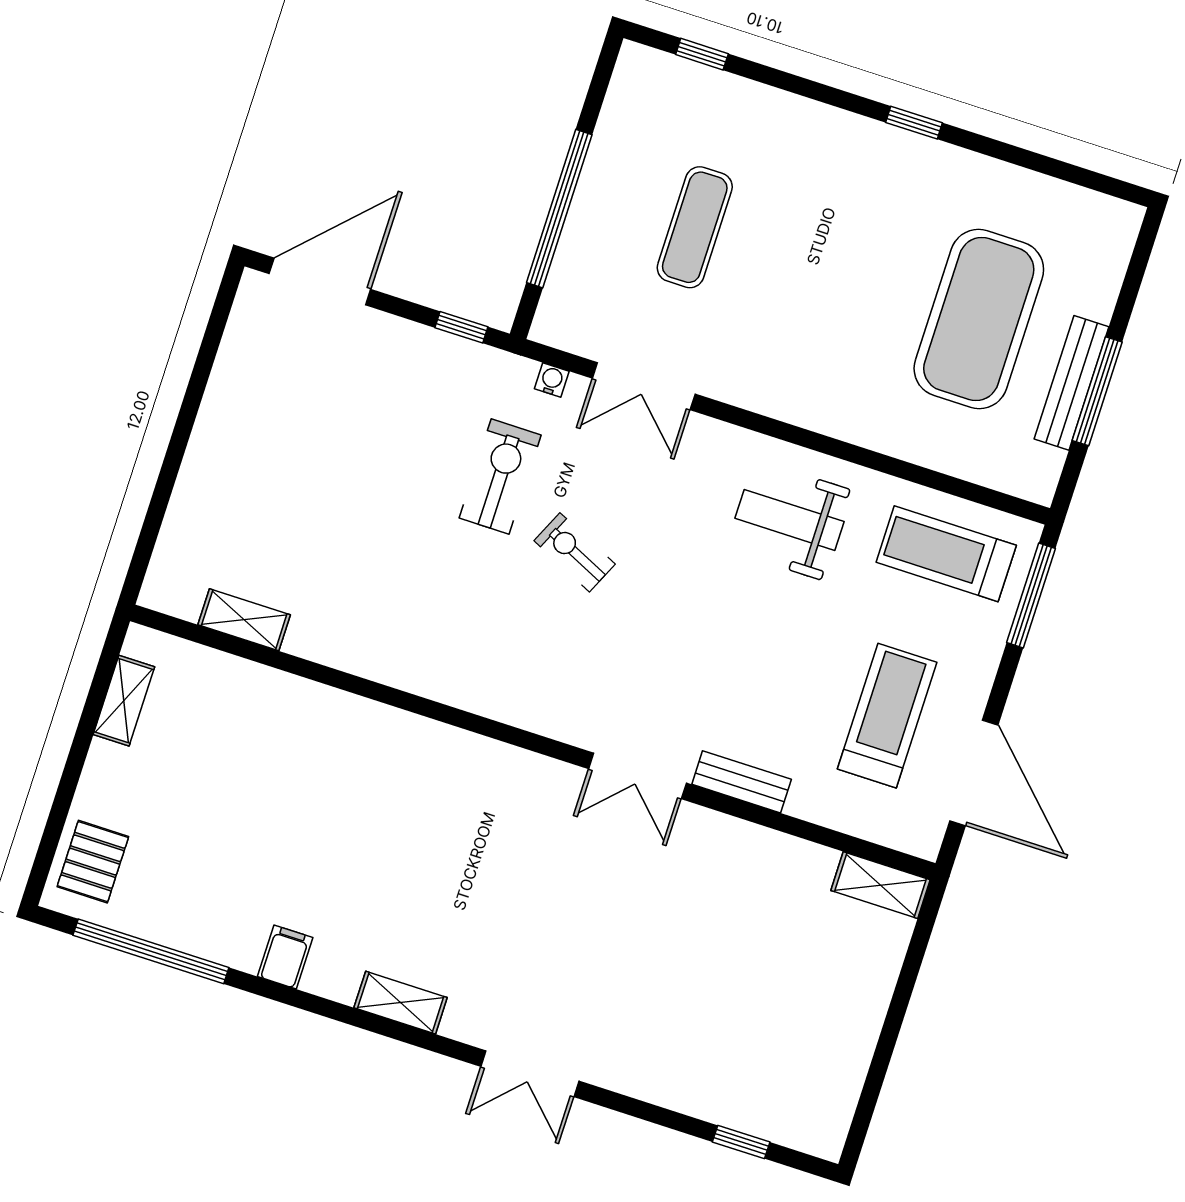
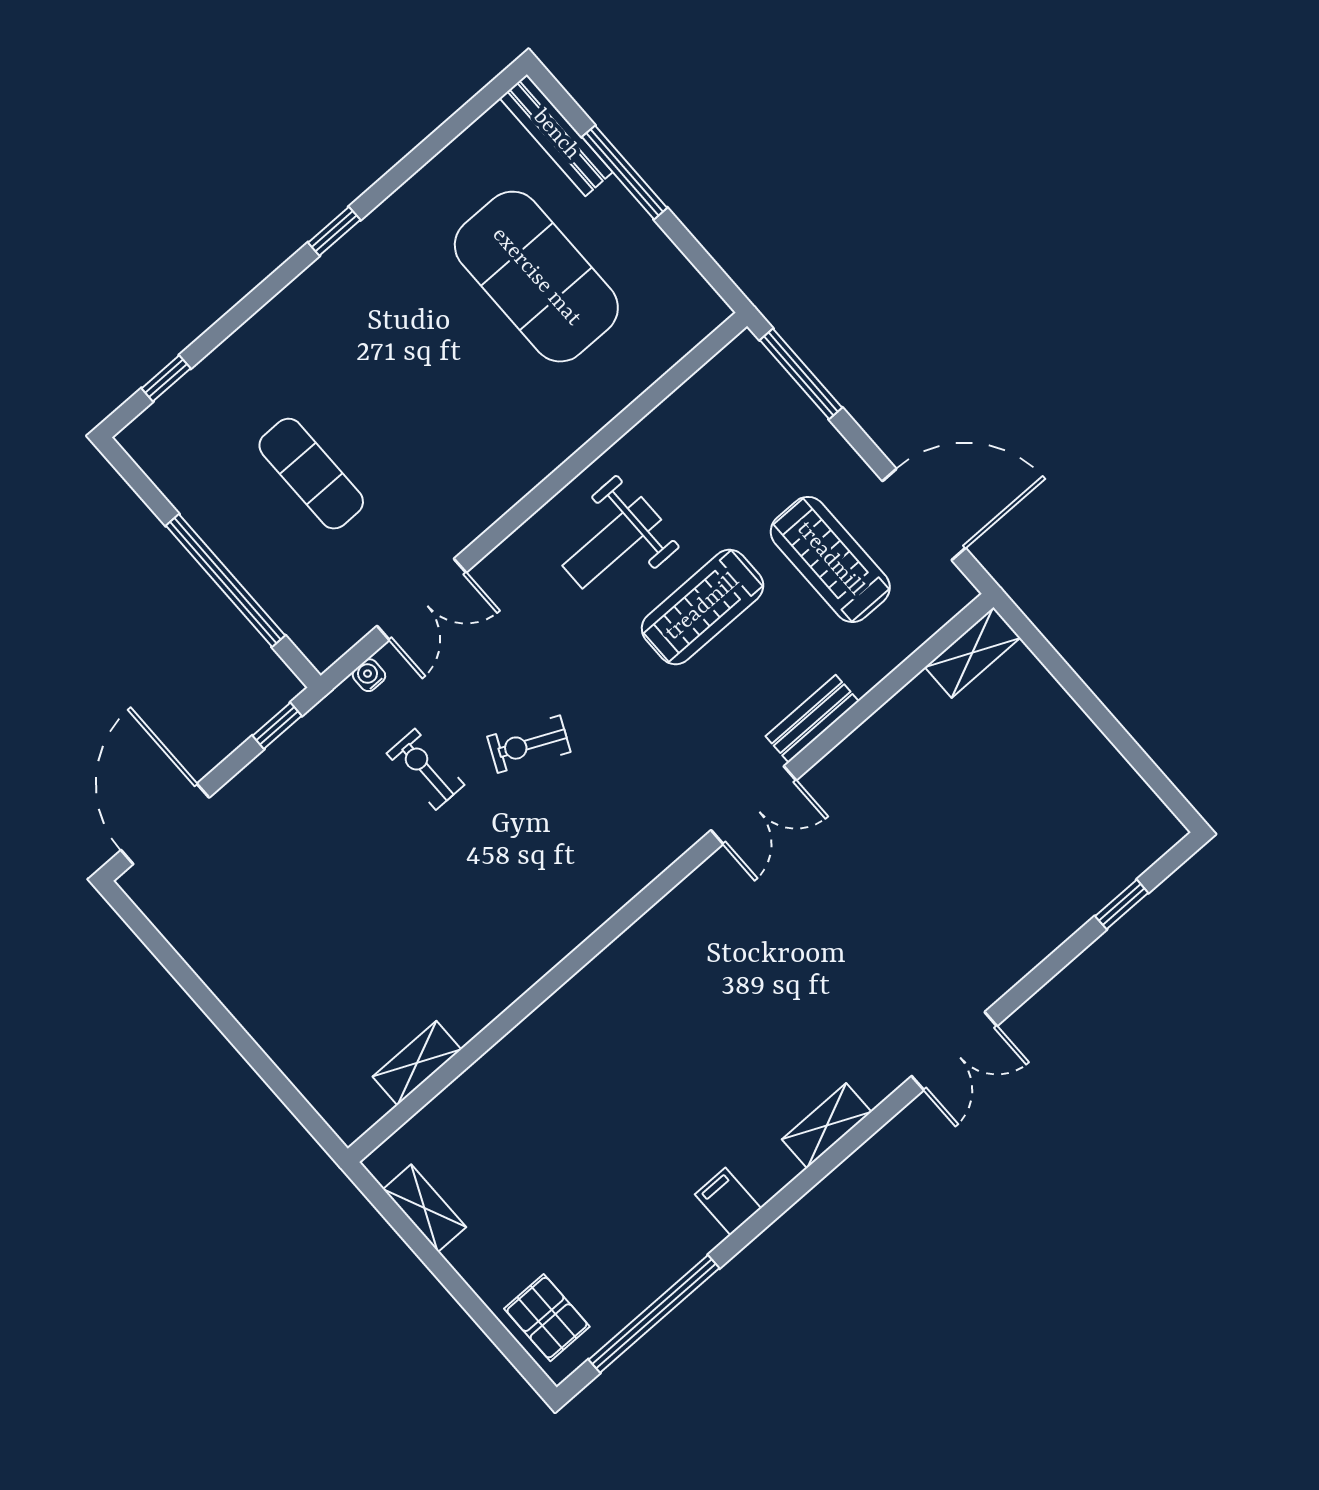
bench: (1071, 383) -> (556, 135), moved
window: (1097, 391) -> (625, 172), moved
exercise bike: (500, 477) -> (425, 769), width x0.73, depth x0.72
treadmill: (946, 554) -> (703, 607), moved

